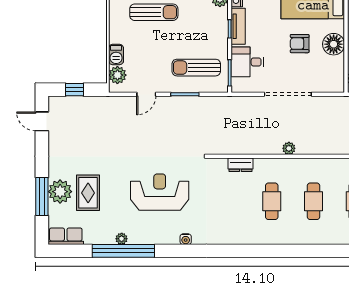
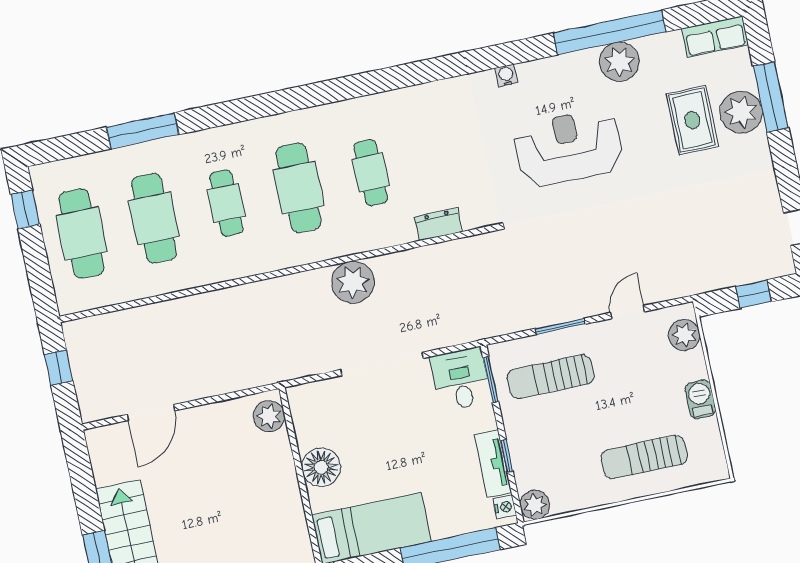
armchair: (300, 44) -> (380, 456), removed
barbecue: (116, 55) -> (700, 399), moved
desk: (247, 62) -> (461, 379), moved, turned -90
sun lounger: (196, 68) -> (551, 377), turned 180
plant: (289, 148) -> (353, 282), width x1.88, depth x1.88
reception desk: (160, 192) -> (568, 148), turned 180
cafe table: (313, 201) -> (299, 188), width x1.37, depth x1.35
plant: (122, 239) -> (619, 62), width x1.87, depth x1.87

